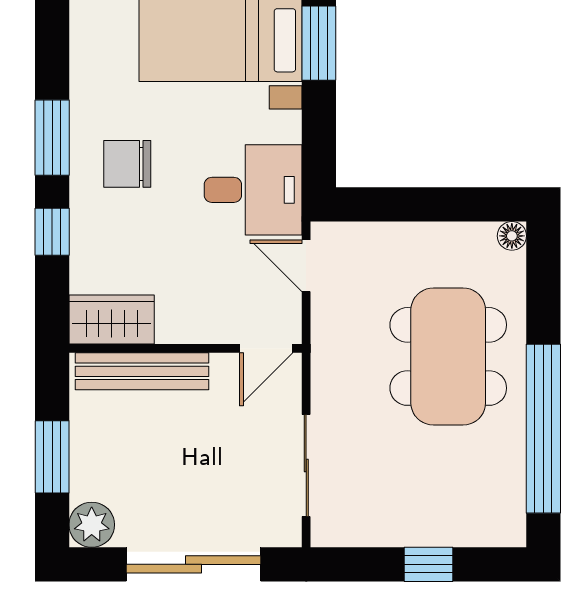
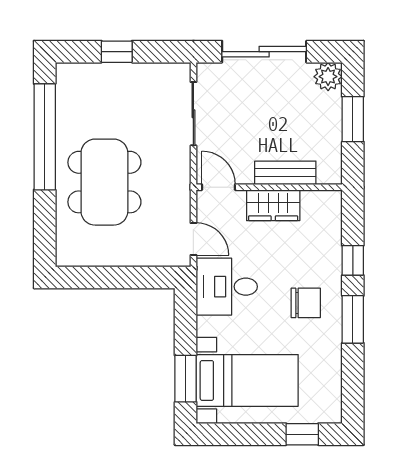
floor lamp: (512, 236) -> (64, 258), removed
wardrobe: (112, 320) -> (273, 205), moved
door: (266, 348) -> (219, 187), hinge flipped
bench: (142, 371) -> (285, 173), width x0.73

